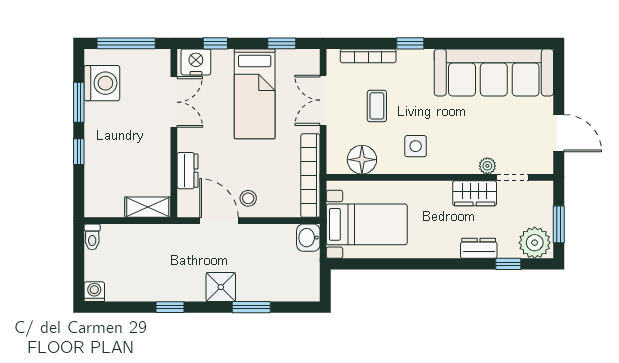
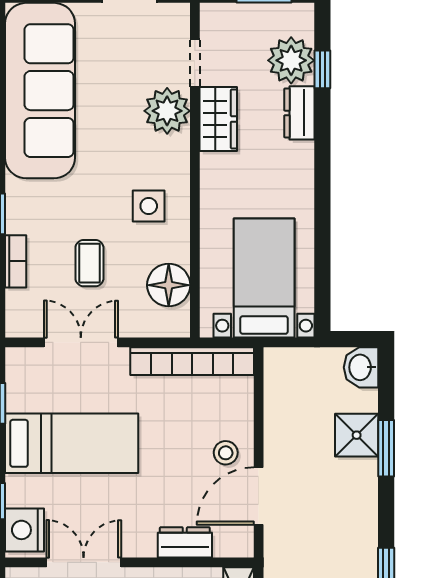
bookcase: (368, 56) -> (16, 261), width x0.64
double door: (323, 100) -> (81, 342), swing flipped
coffee table: (377, 106) -> (89, 263), turned 90
plant: (487, 166) -> (167, 111), width x1.88, depth x1.88
washbasin: (308, 238) -> (361, 367), moved, turned 90
plant: (535, 243) -> (291, 60), moved
shower: (221, 287) -> (357, 435), moved

